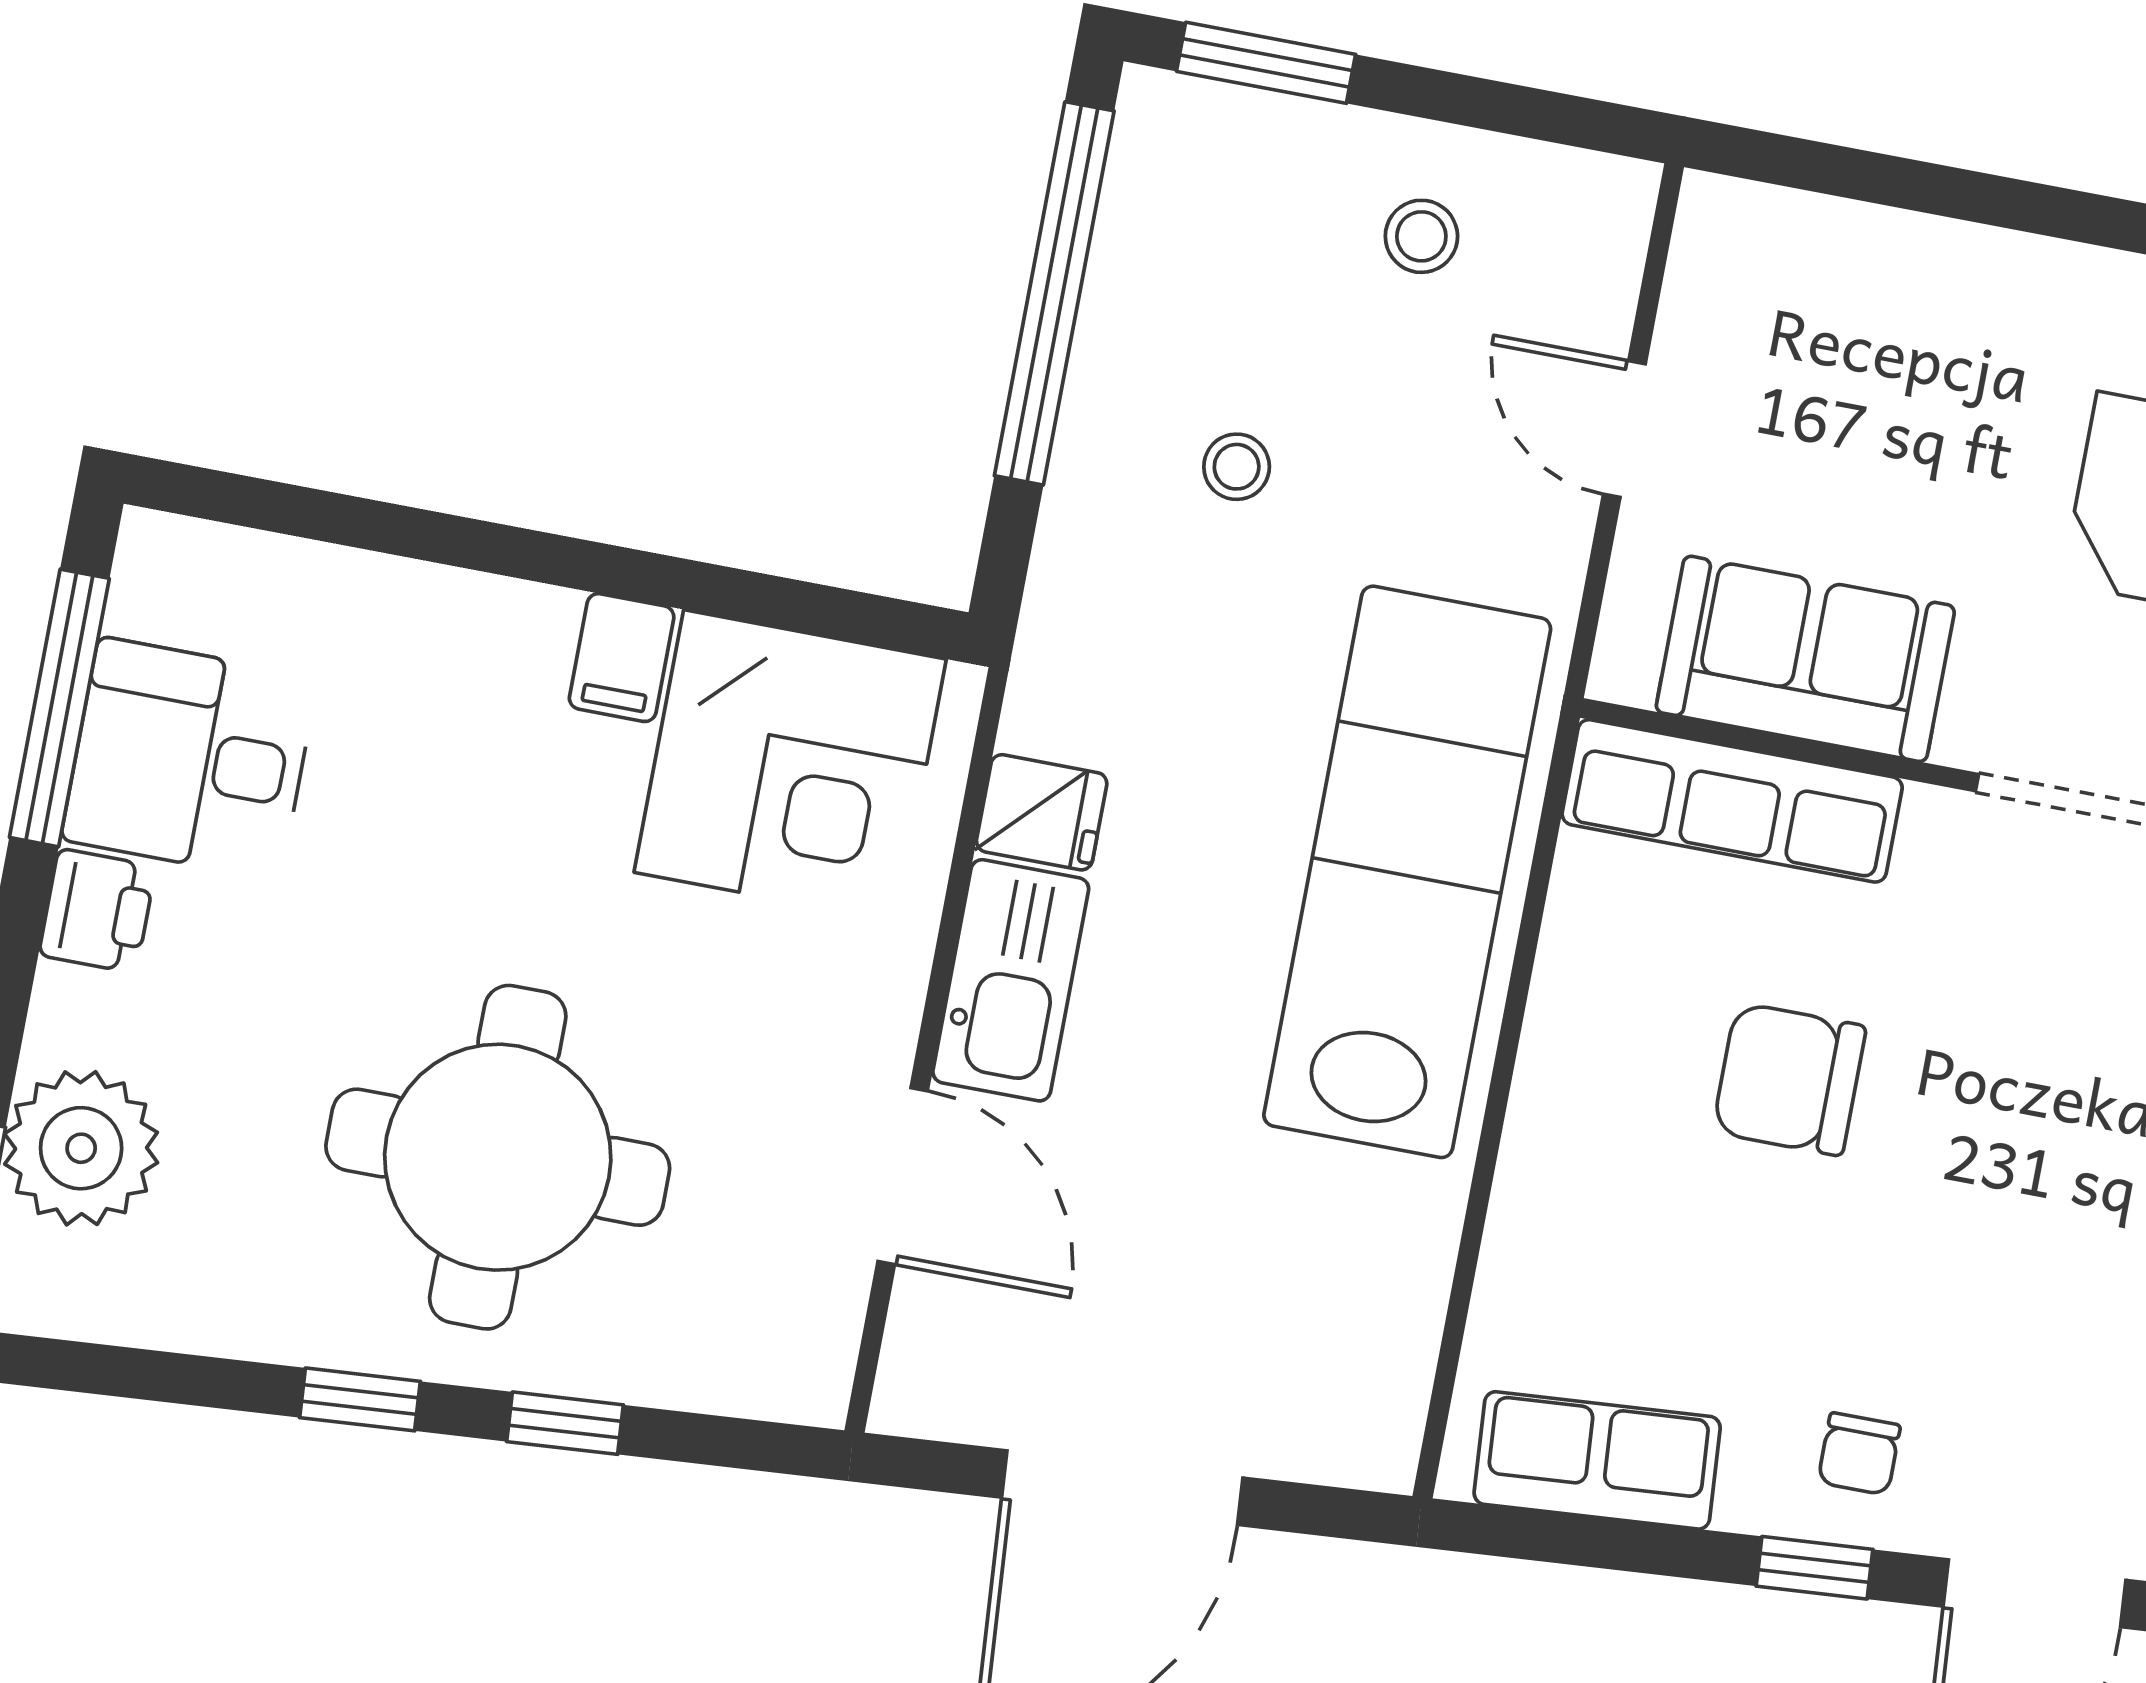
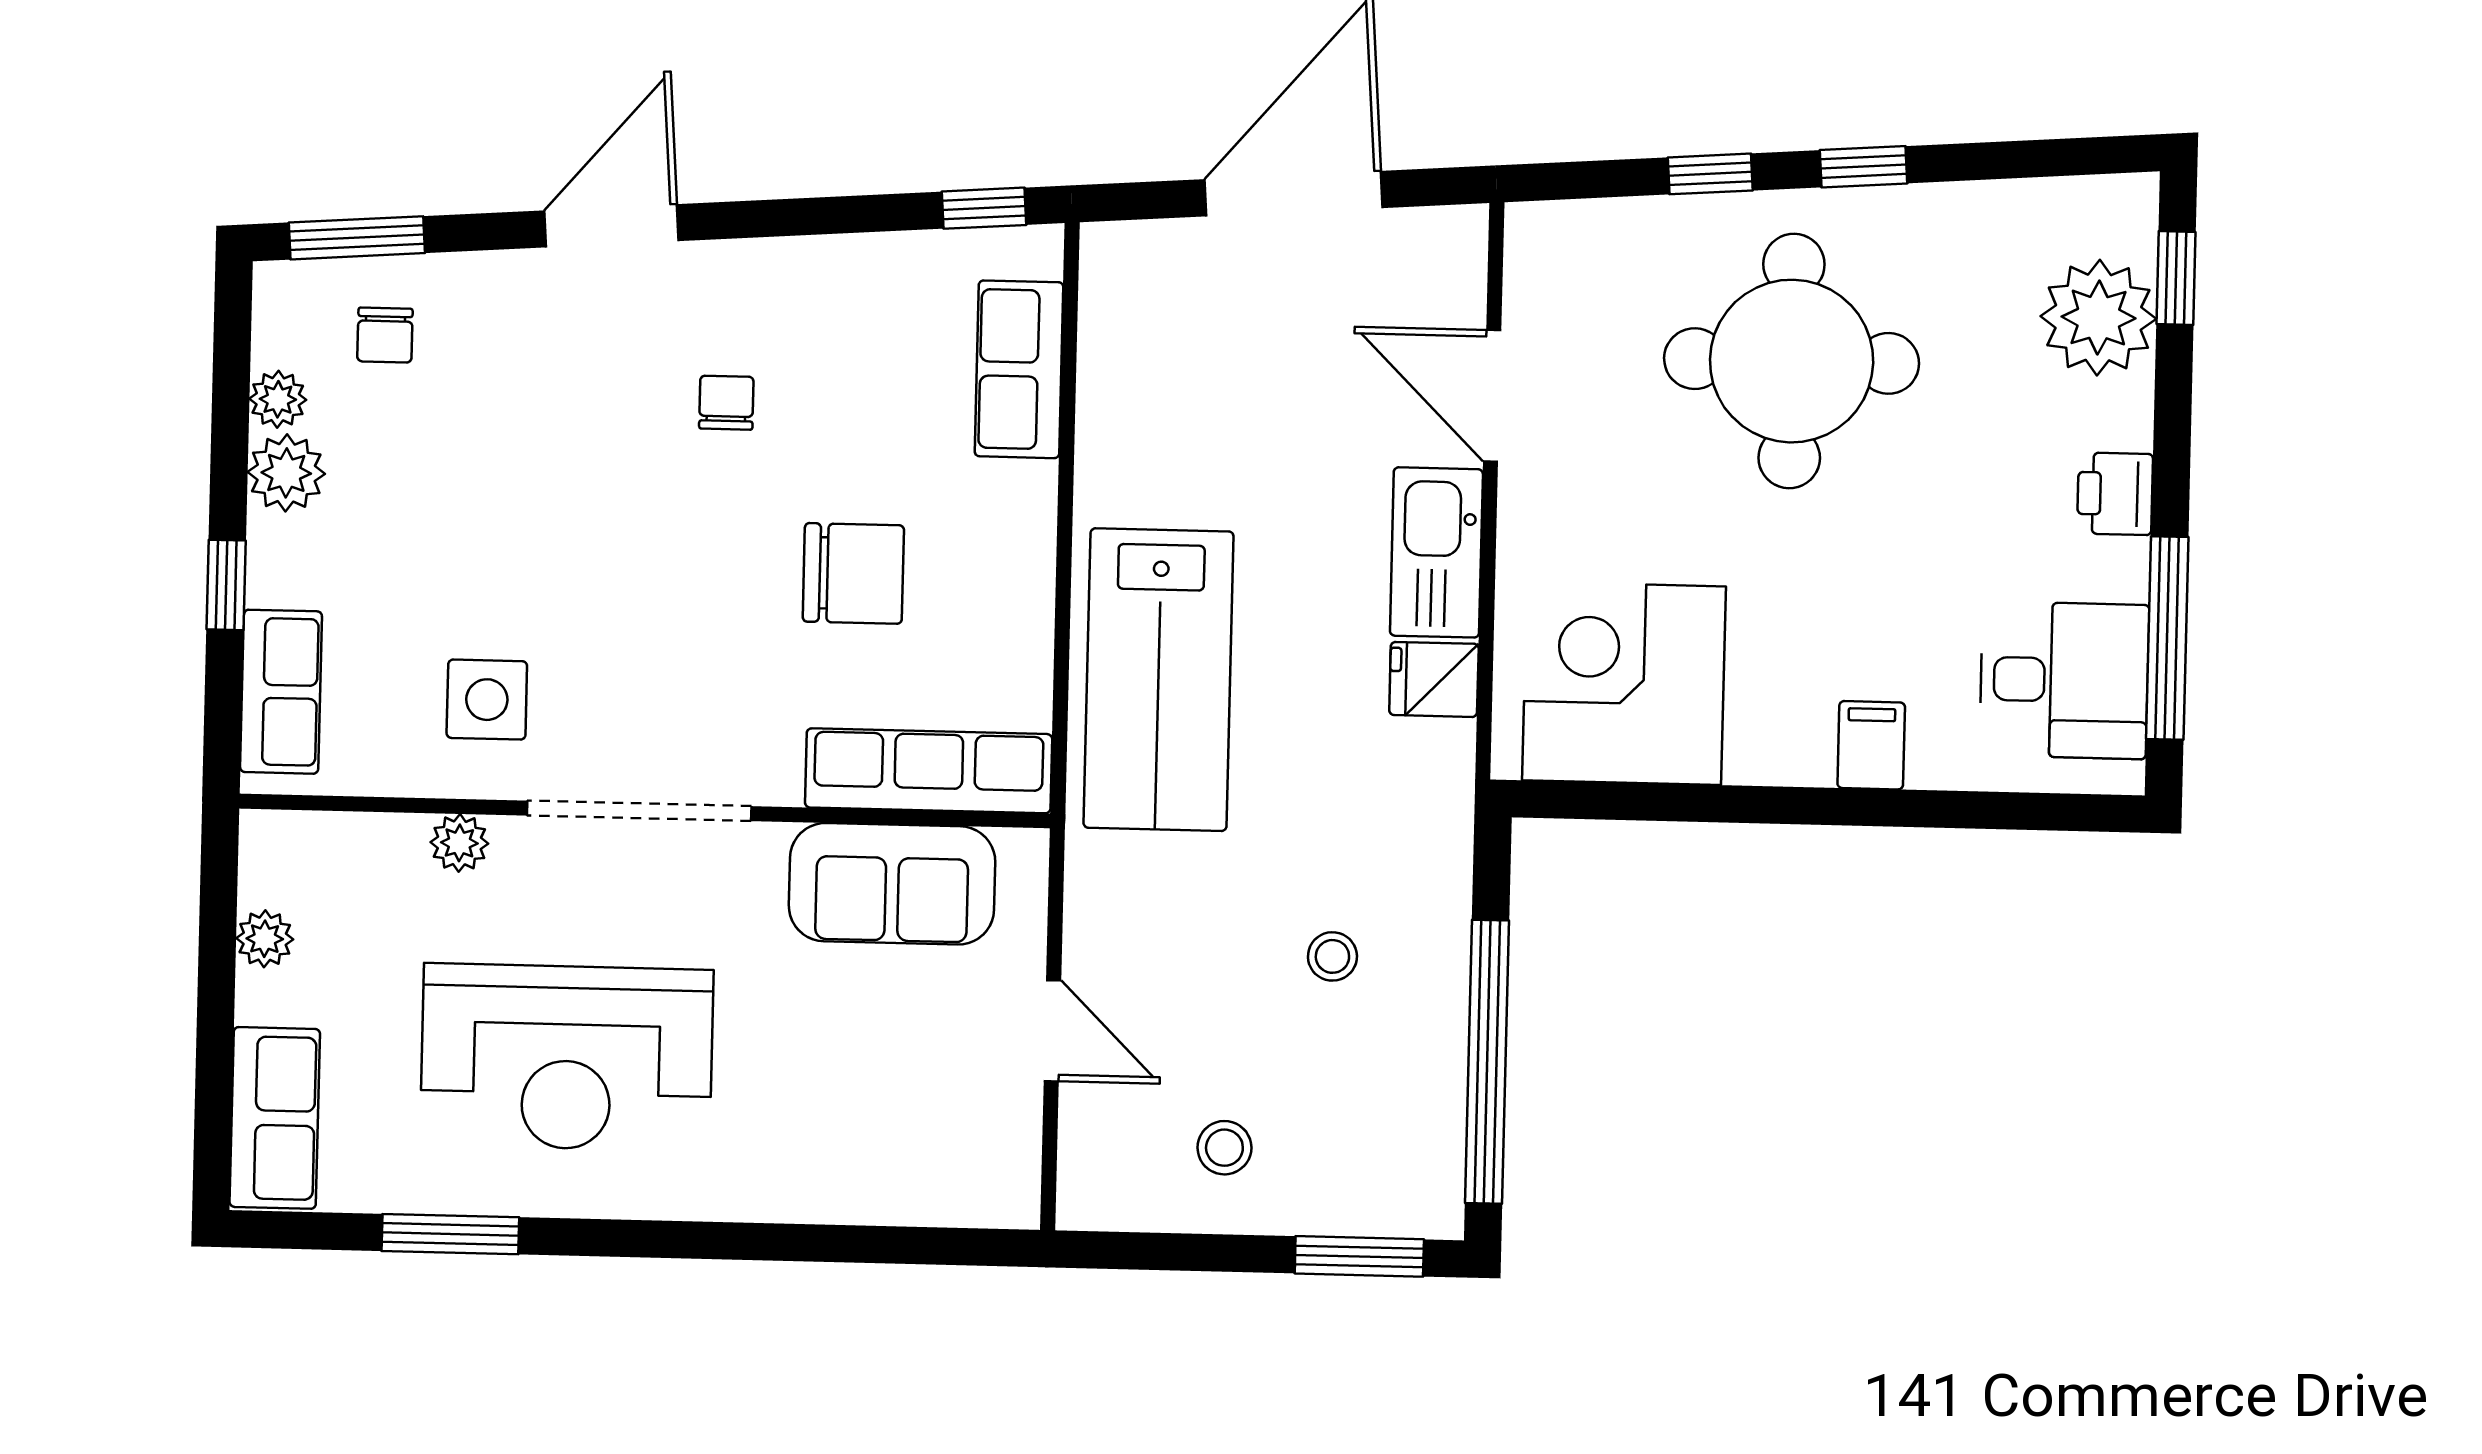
filing cabinet: (622, 658) -> (1871, 745), moved
desk: (189, 759) -> (2064, 680), moved
lab bench: (1407, 872) -> (1159, 680), width x0.73
chair: (1859, 1454) -> (726, 403), moved
row of seats: (1597, 1460) -> (1019, 369), moved, turned 94
window: (1815, 1568) -> (984, 208), moved

